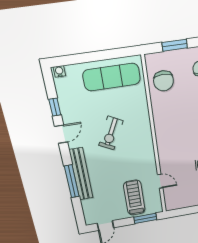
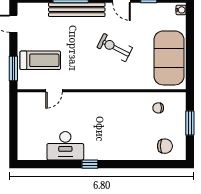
exercise mat: (112, 77) -> (169, 58), width x1.47
chair: (164, 81) -> (158, 108), width x0.54, depth x0.54

